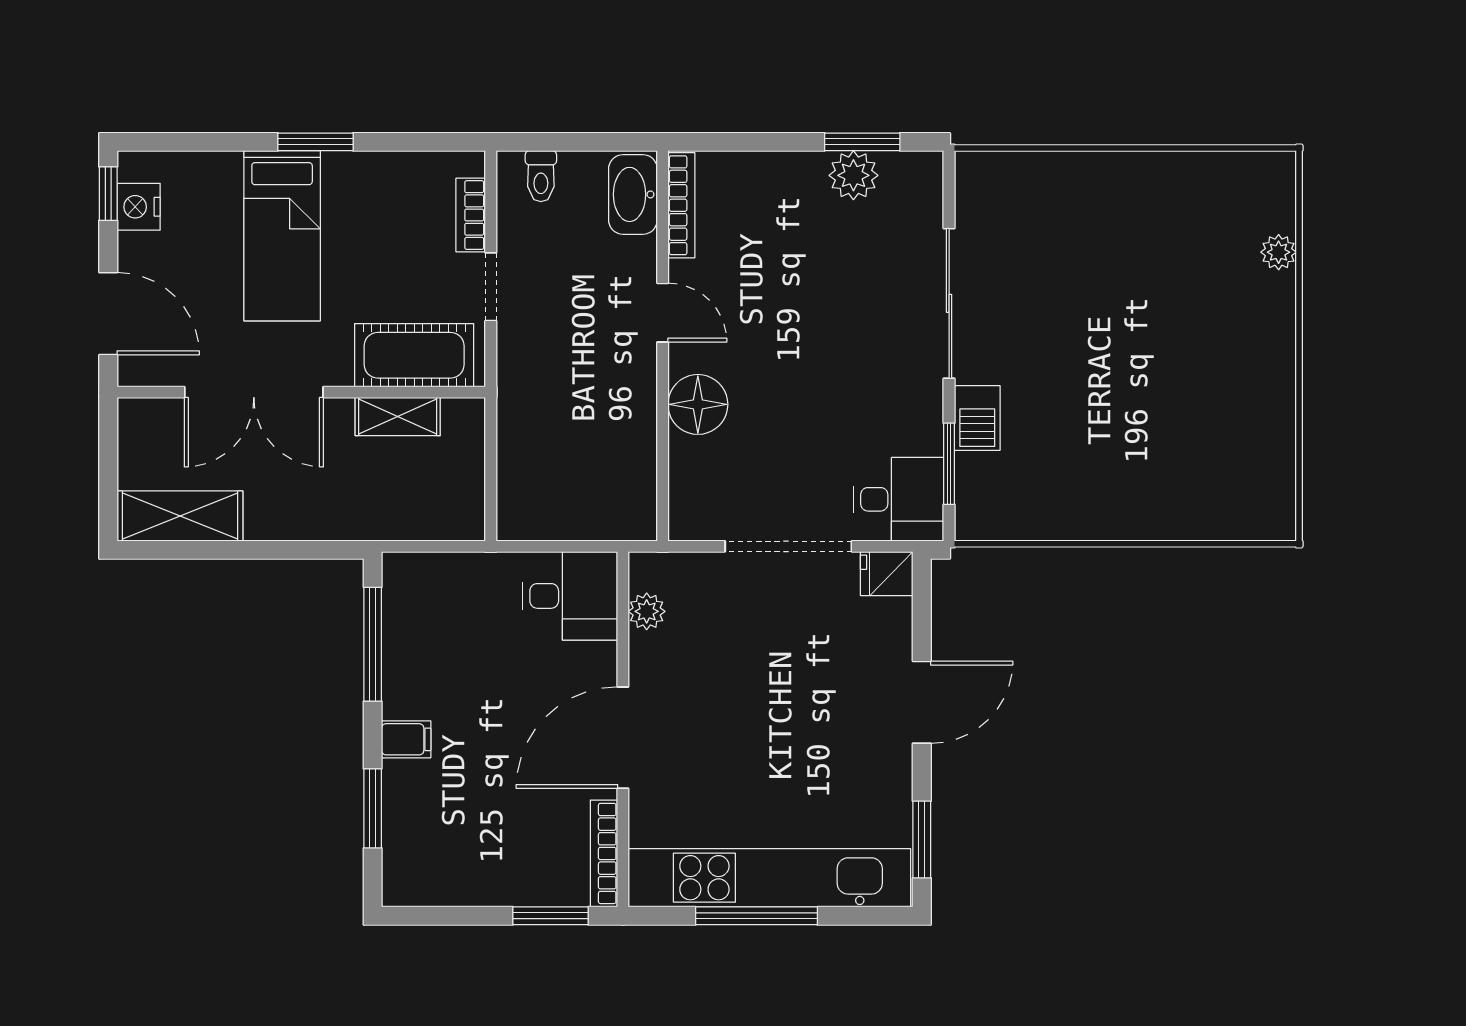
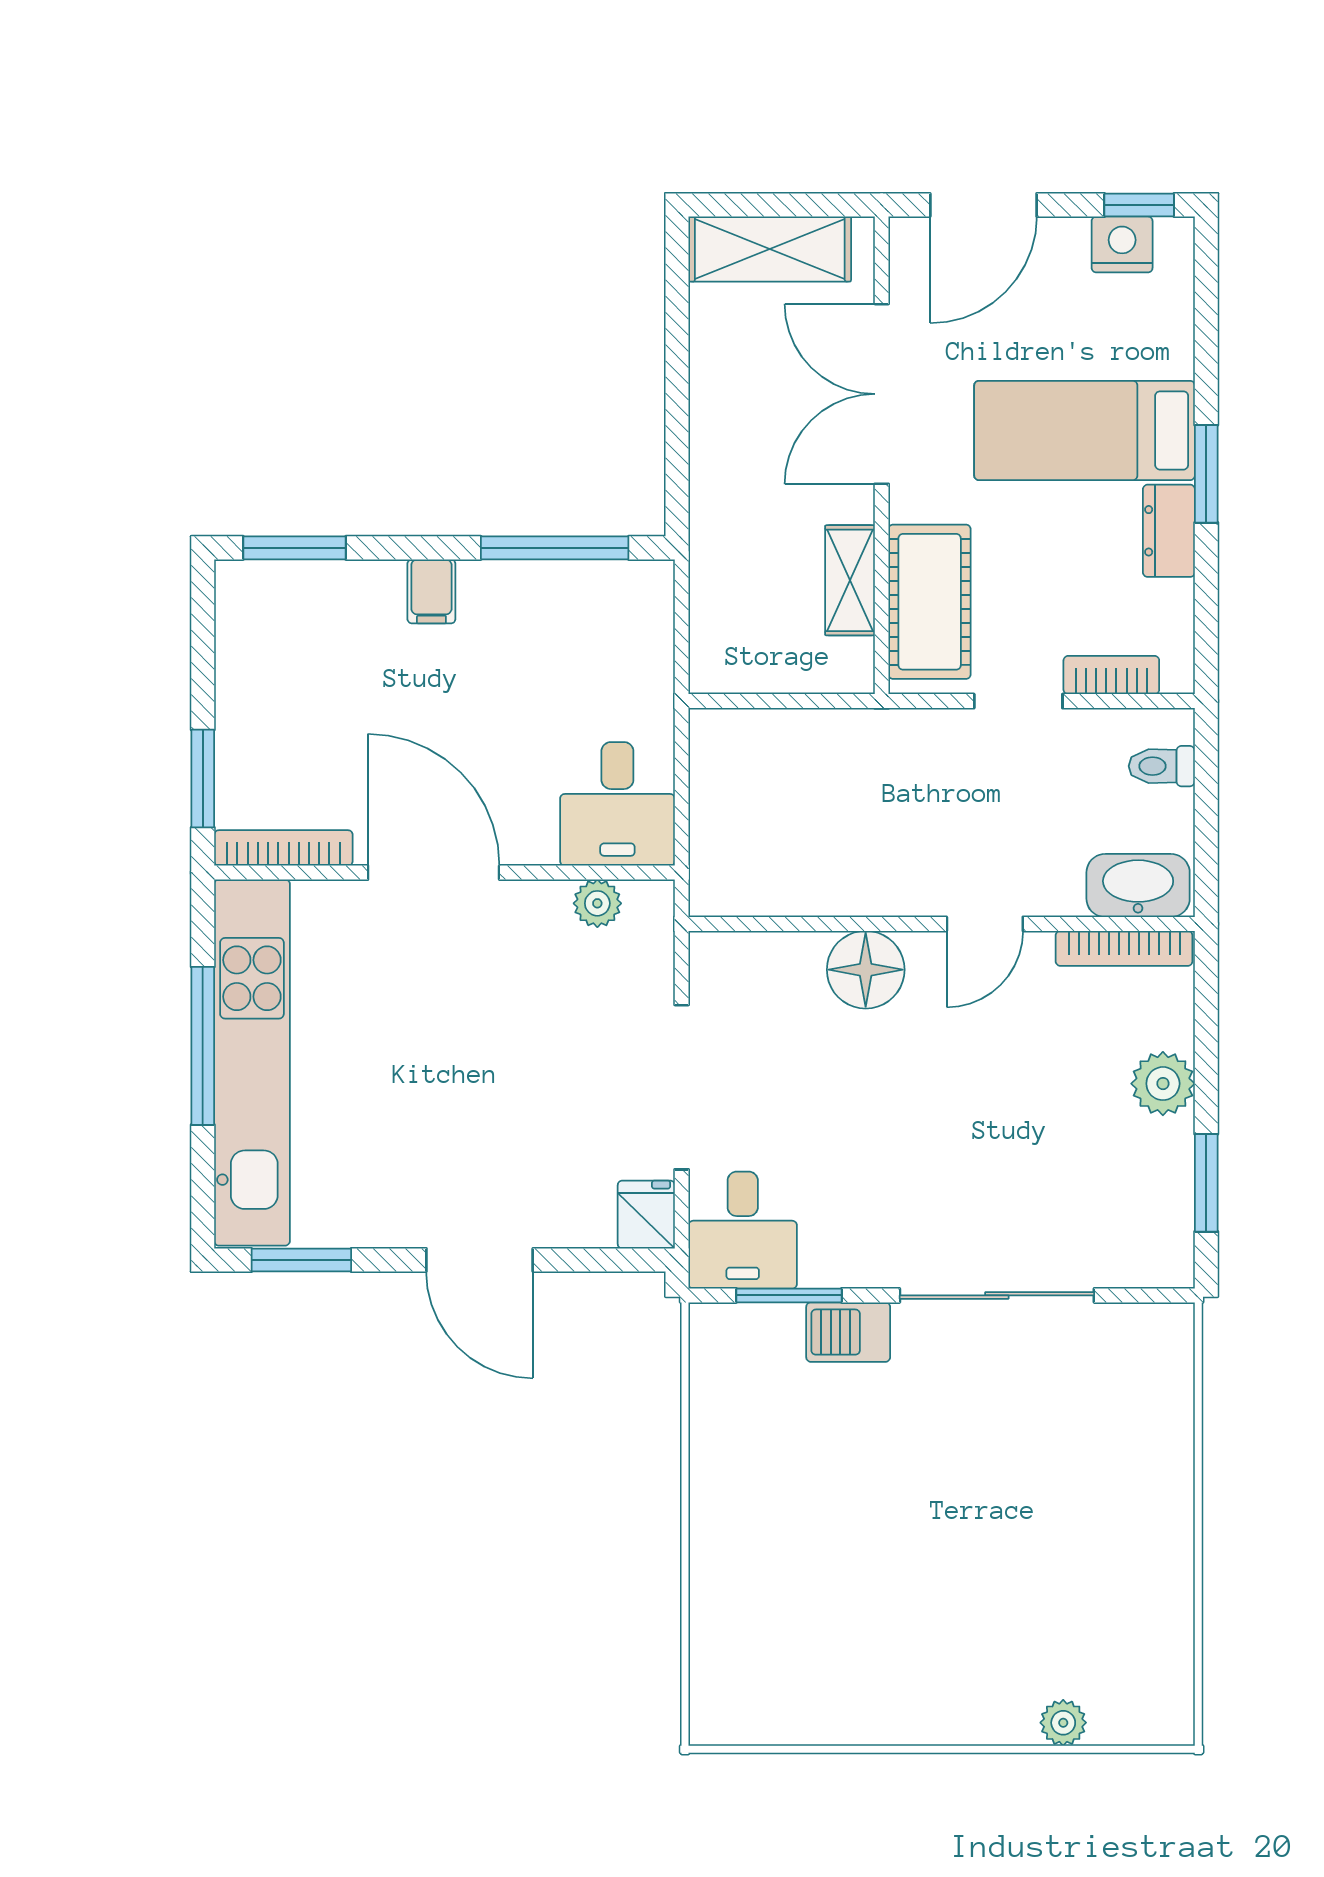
dresser: (359, 171) -> (1169, 531), added
plant: (853, 175) -> (1163, 1084), moved
shelving: (180, 516) -> (770, 249), moved, turned 90
window: (373, 808) -> (295, 548), moved

